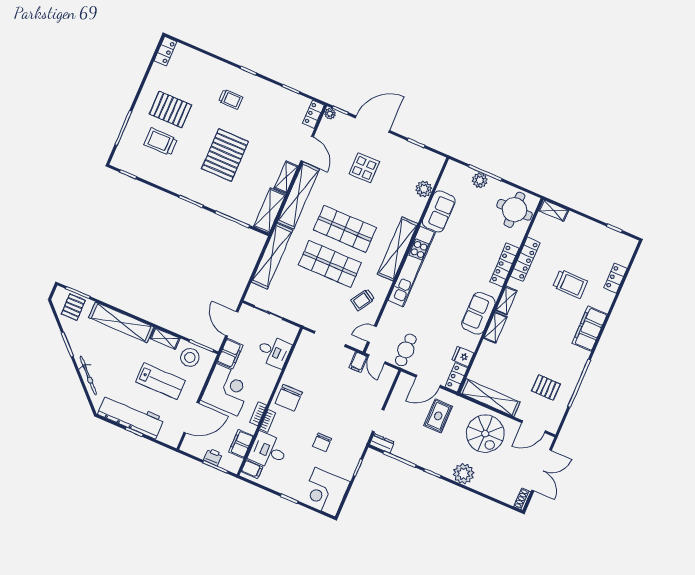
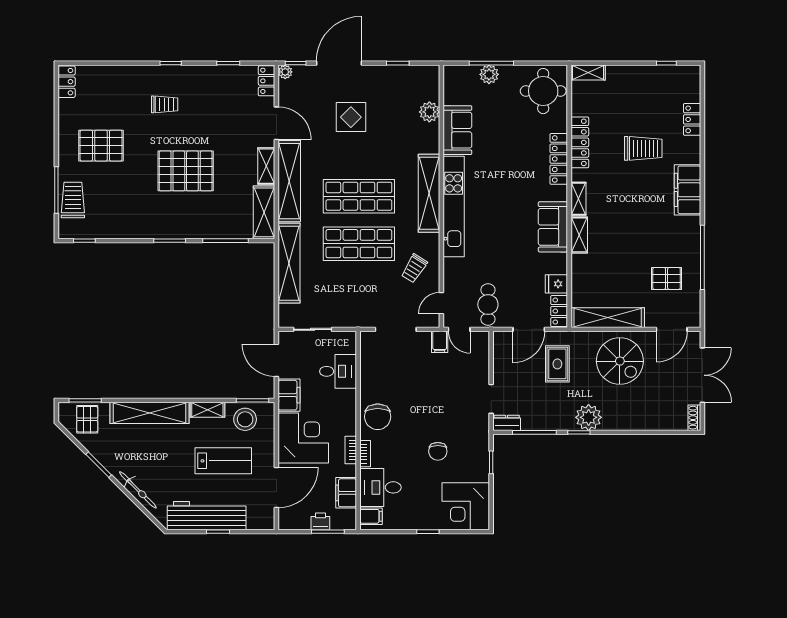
trolley: (161, 142) -> (73, 200), moved, turned 90
pallet: (225, 155) -> (186, 171), turned 90
plant: (464, 474) -> (589, 417), moved

